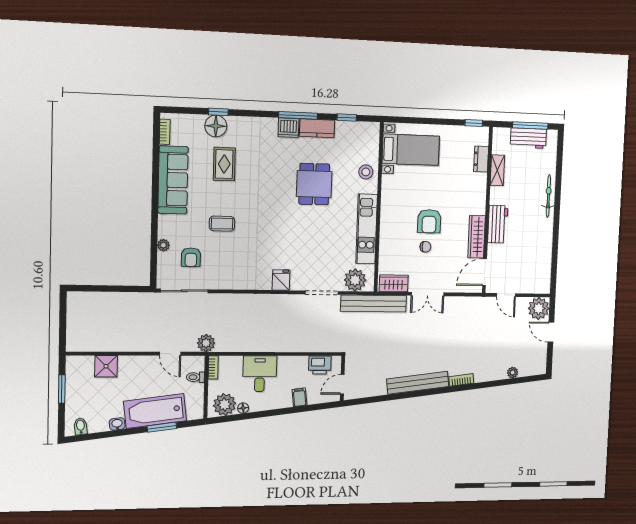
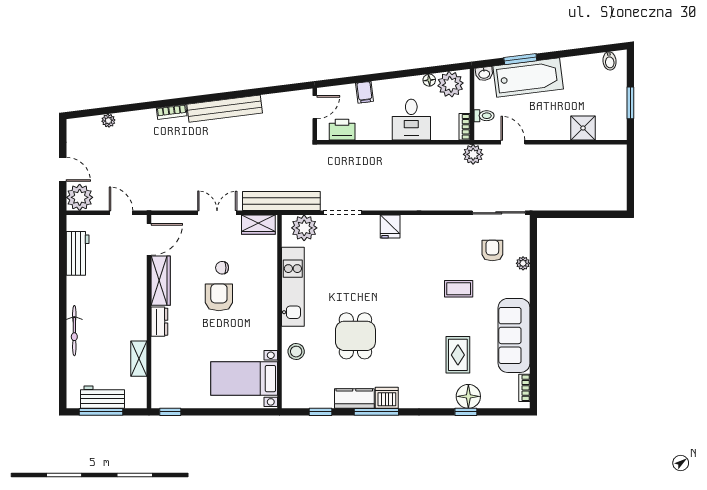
dresser: (481, 159) -> (159, 322), moved
workbench: (498, 224) -> (78, 253), moved, turned 180
washbasin: (117, 424) -> (484, 74), moved

